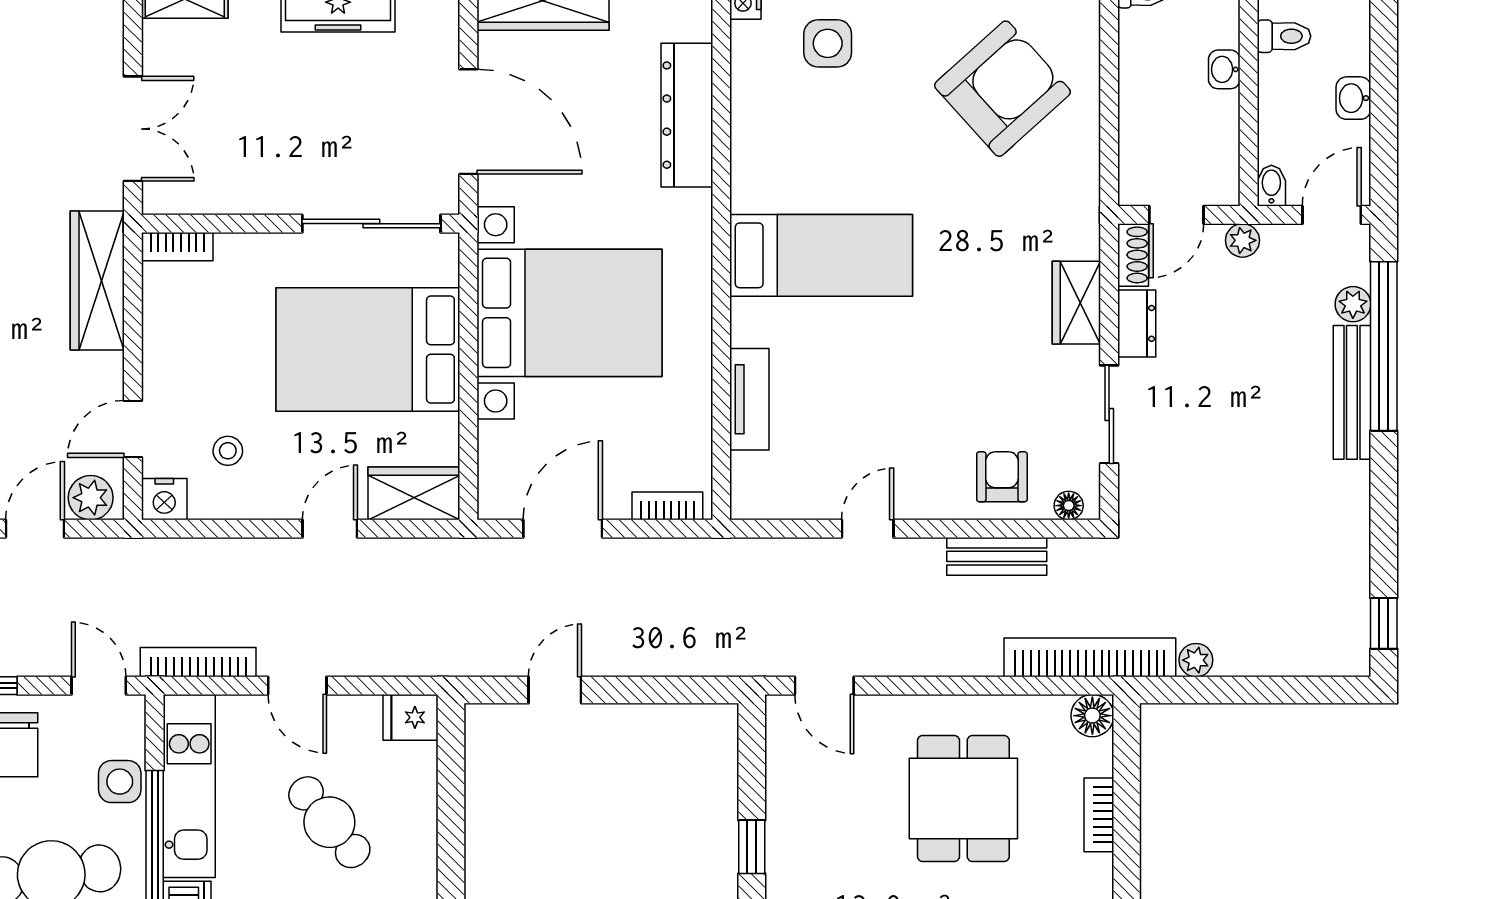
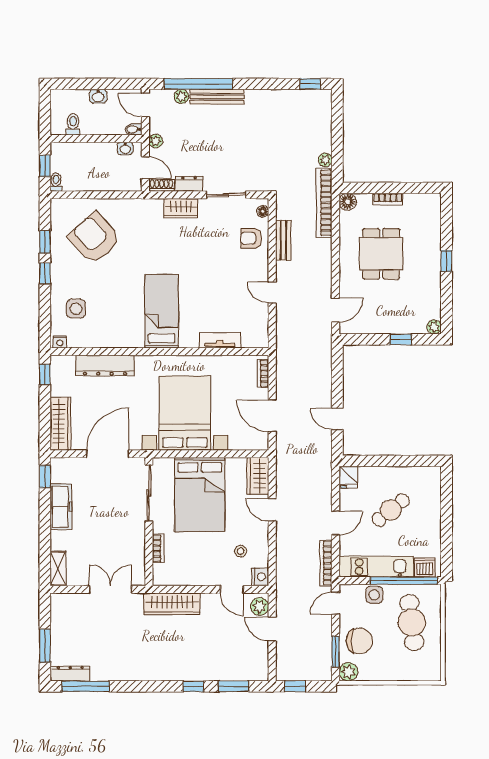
washbasin: (1224, 69) -> (125, 148), moved
bookcase: (177, 247) -> (158, 548), moved
dining table: (963, 799) -> (381, 254), turned 90

